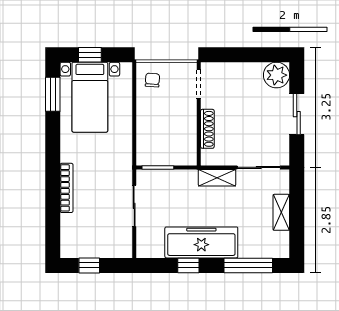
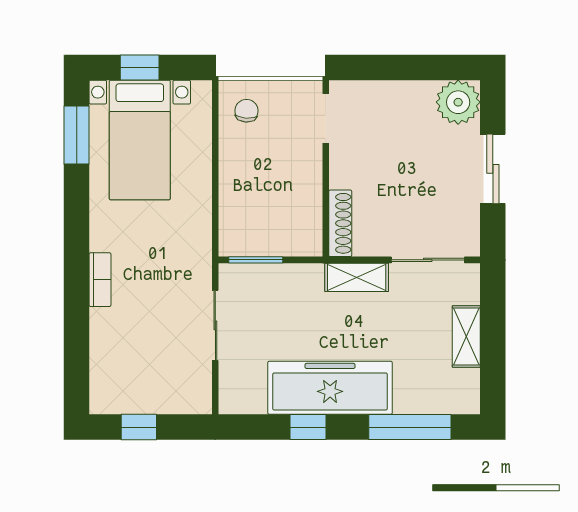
shoe rack: (207, 129) -> (340, 223), moved
bookcase: (67, 188) -> (100, 280), width x0.64

